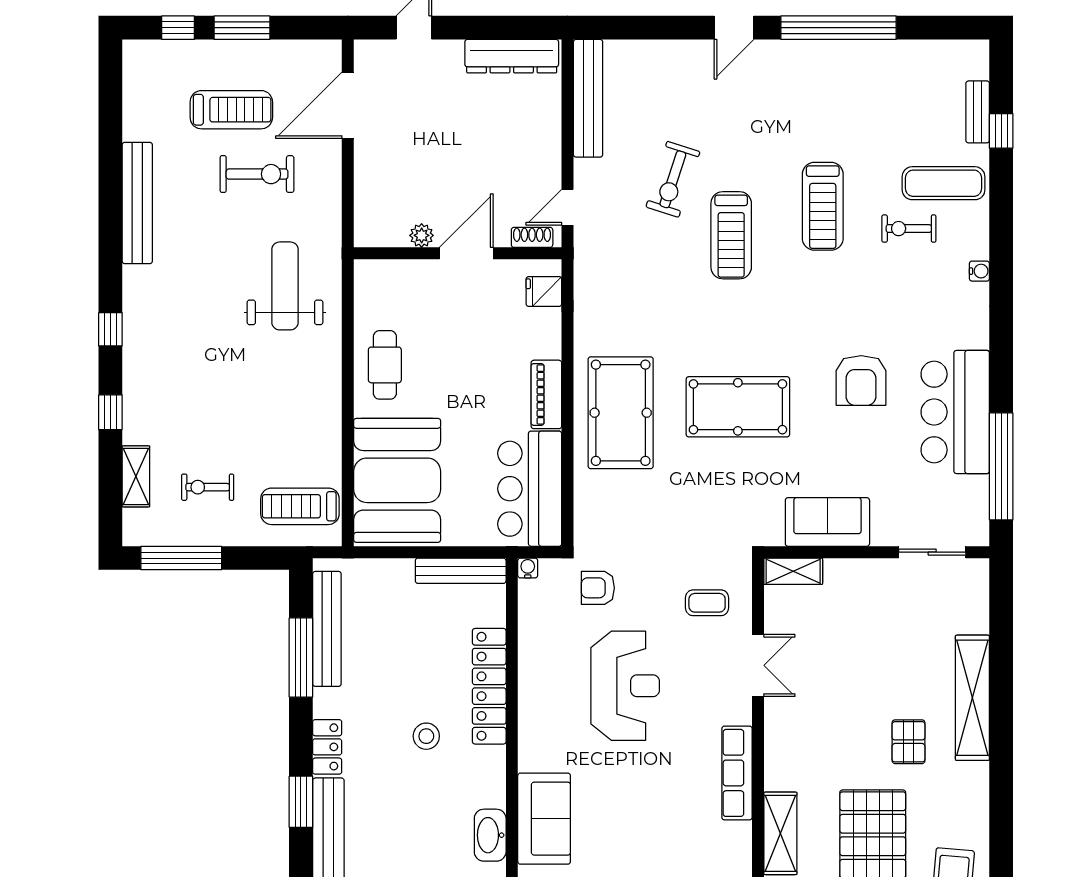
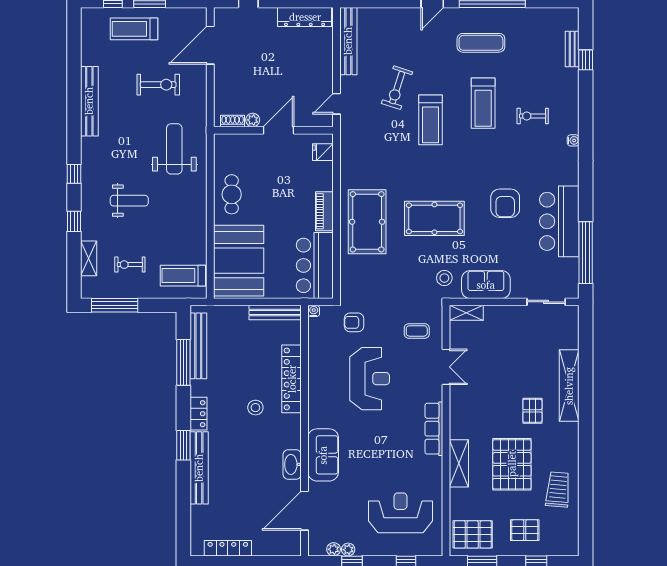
treadmill: (231, 110) -> (134, 29), moved, turned 180
exercise mat: (944, 183) -> (481, 43), moved
shoe rack: (532, 237) -> (233, 121), moved
weight bench: (207, 376) -> (129, 201), added
stool: (755, 511) -> (444, 278), added

